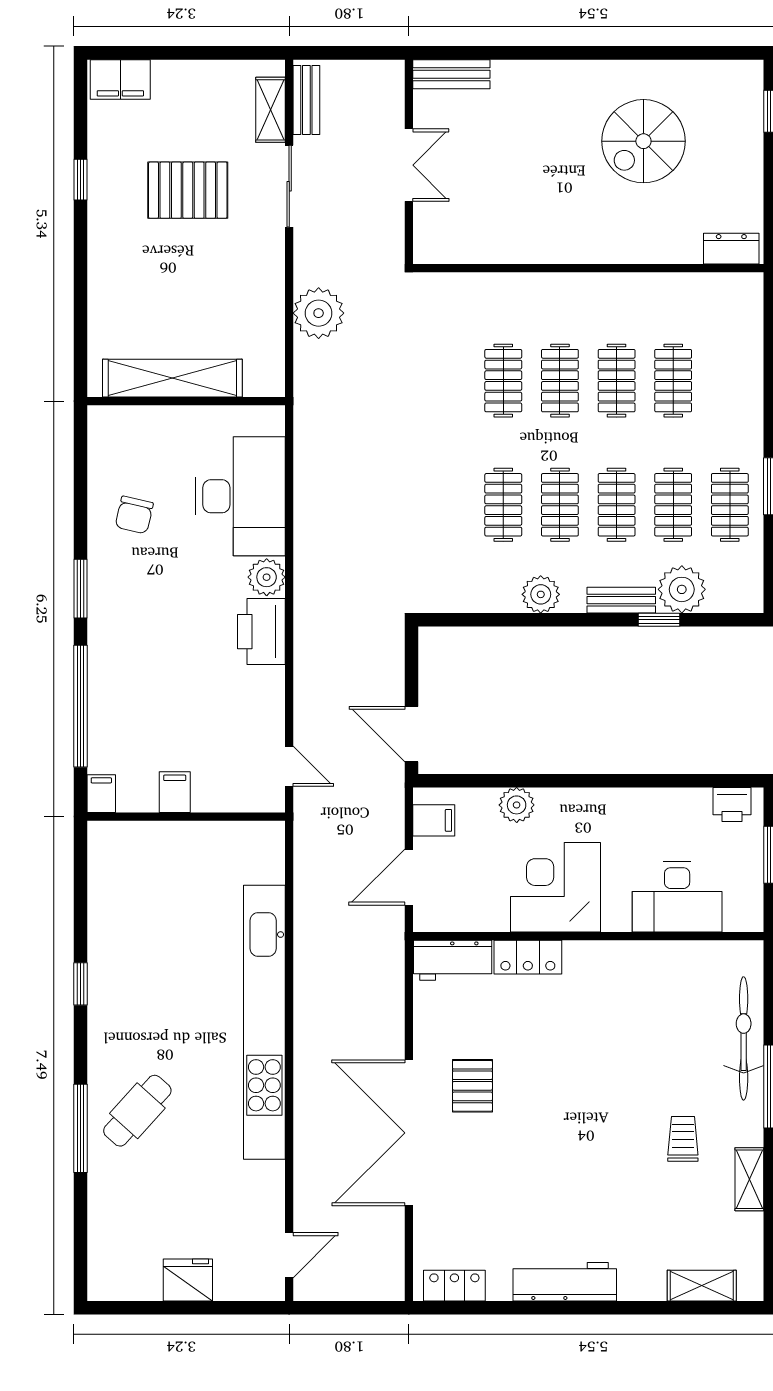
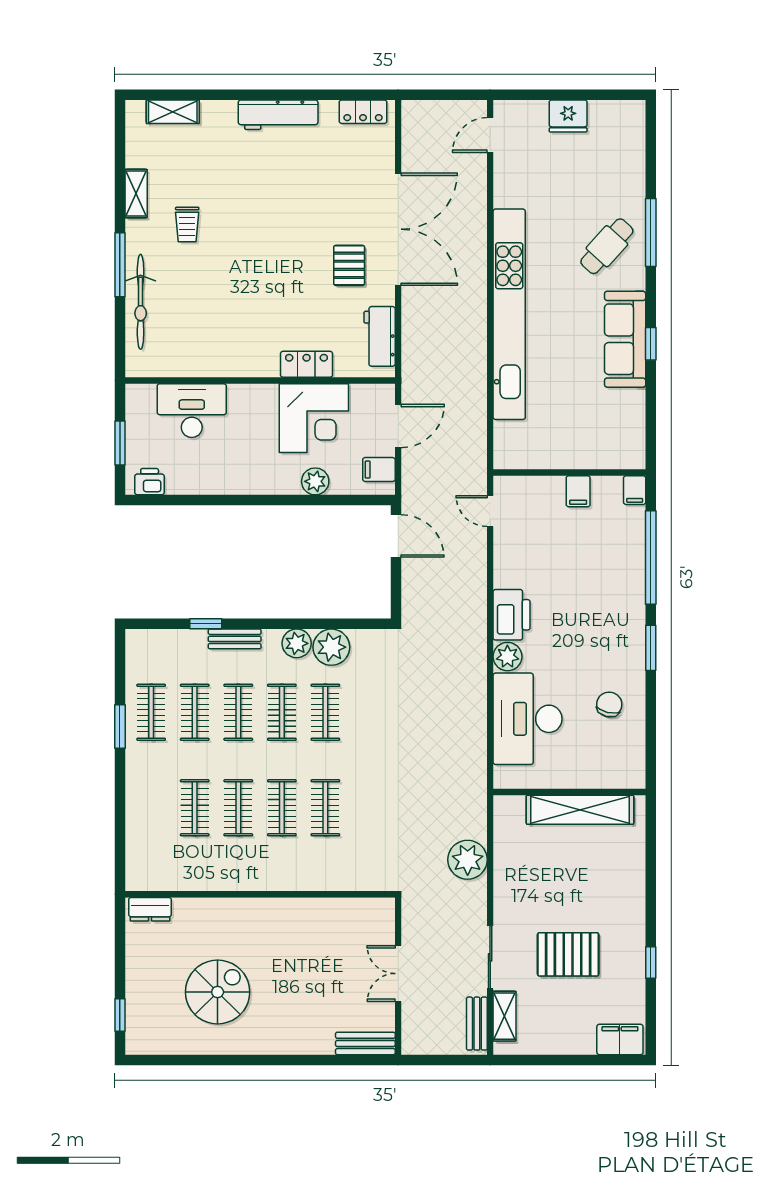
plant: (682, 589) -> (331, 647), moved
corner desk: (555, 887) -> (314, 418), moved
workbench: (453, 960) -> (380, 336), moved, turned -90
sofa: (114, 990) -> (625, 339), added

